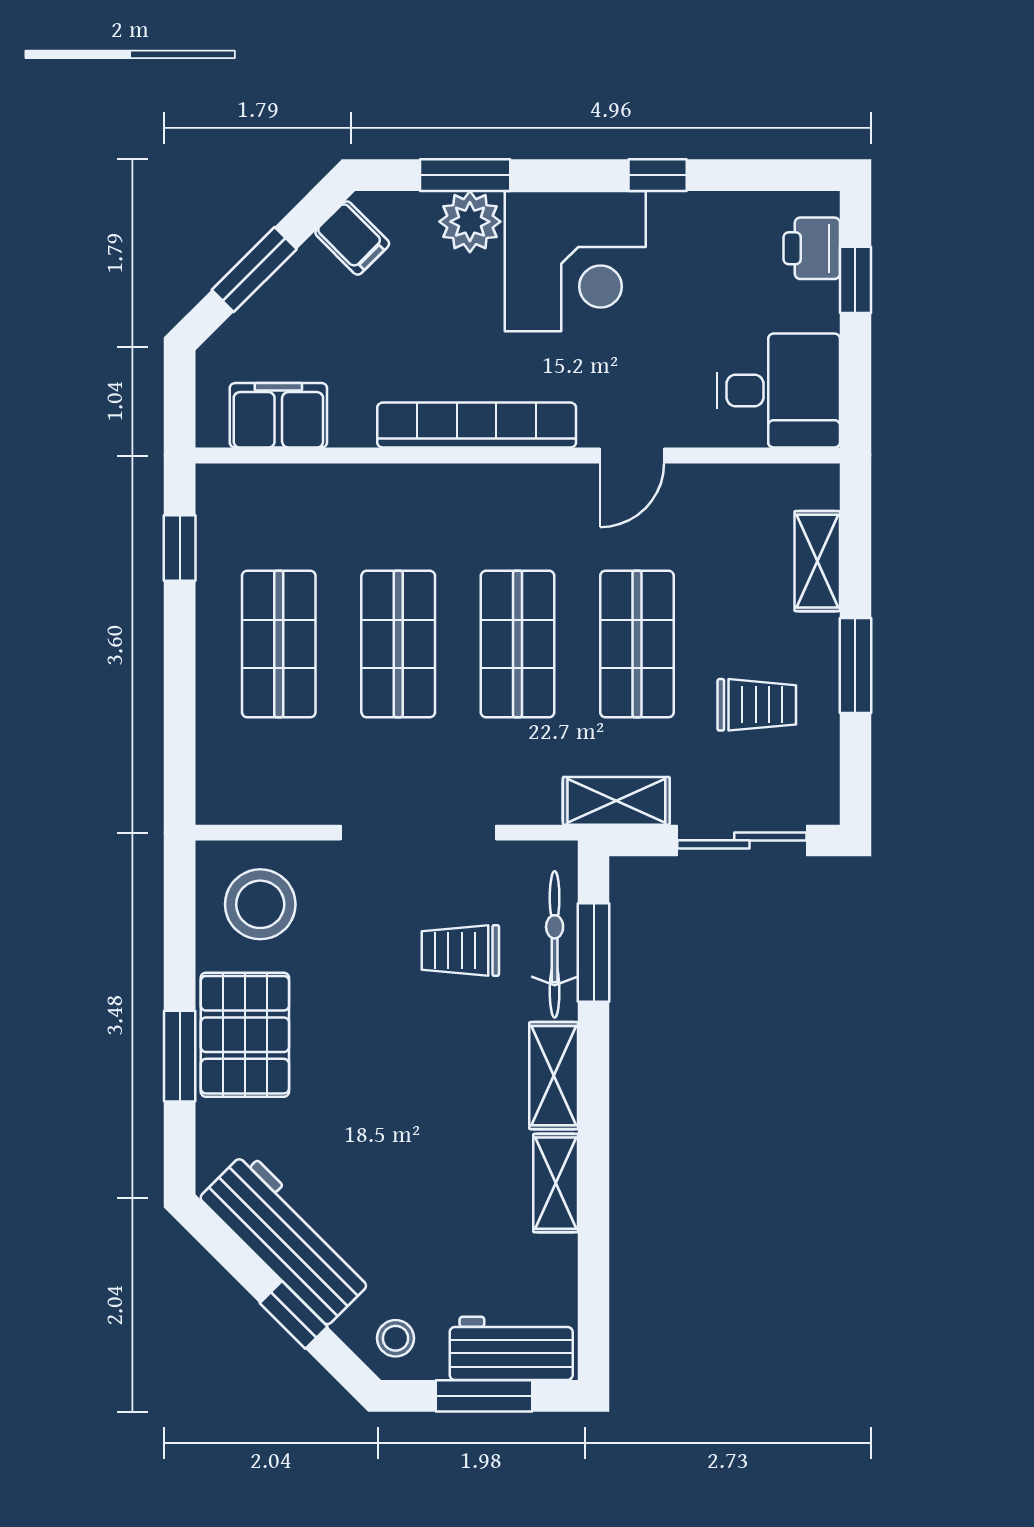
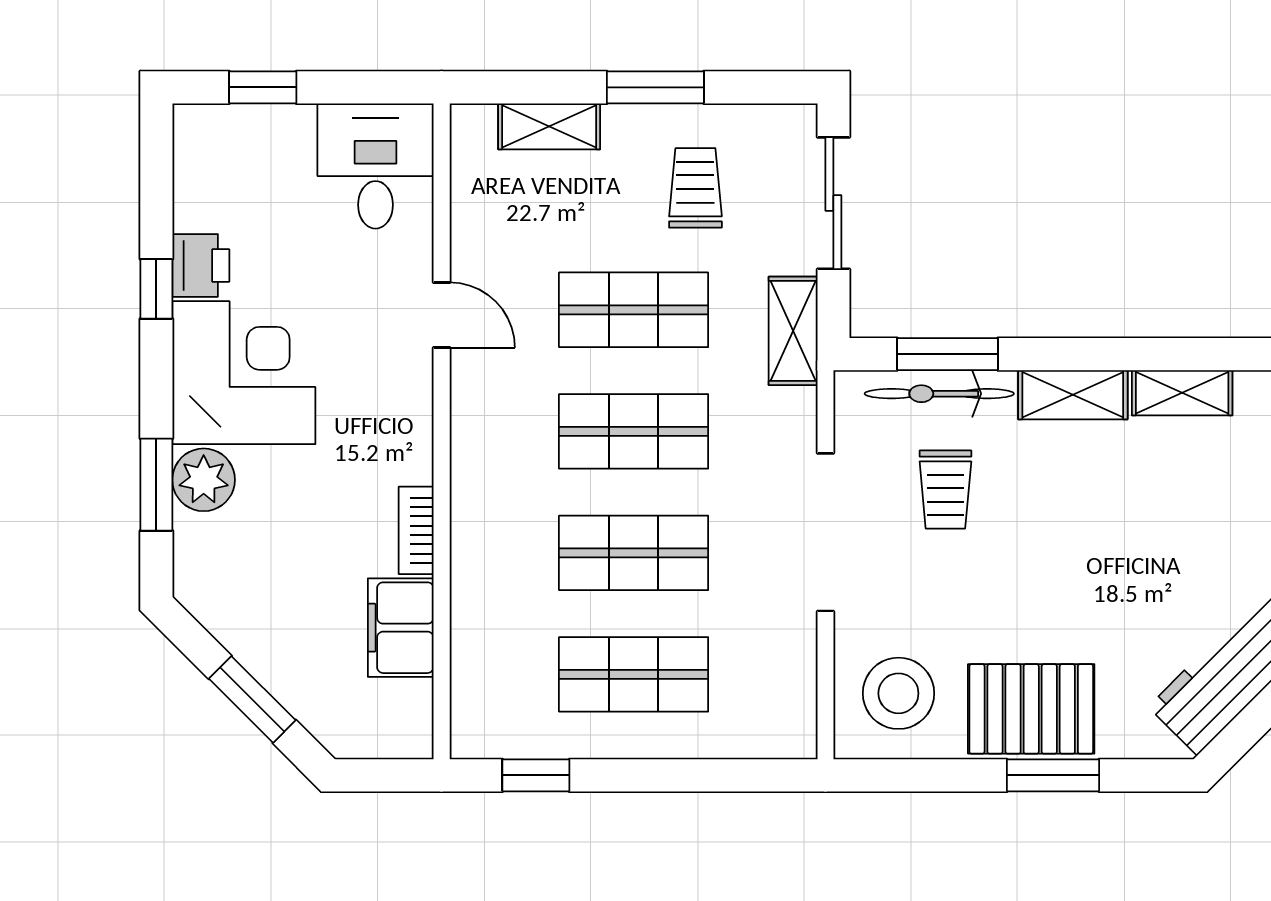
filing cabinet: (352, 238) -> (220, 600), removed
printer: (812, 248) -> (201, 265), moved, turned -90
filing cabinet: (278, 415) -> (401, 628), moved
bookcase: (477, 425) -> (416, 530), width x0.43, depth x0.76

